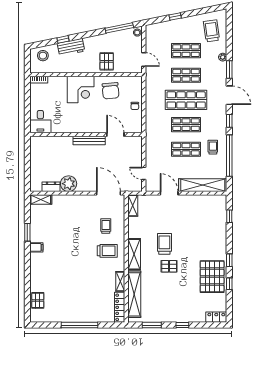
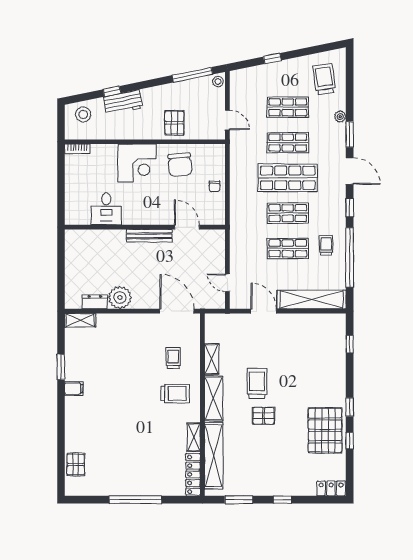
desk: (40, 122) -> (106, 209), moved
shelving: (133, 206) -> (212, 359), moved

